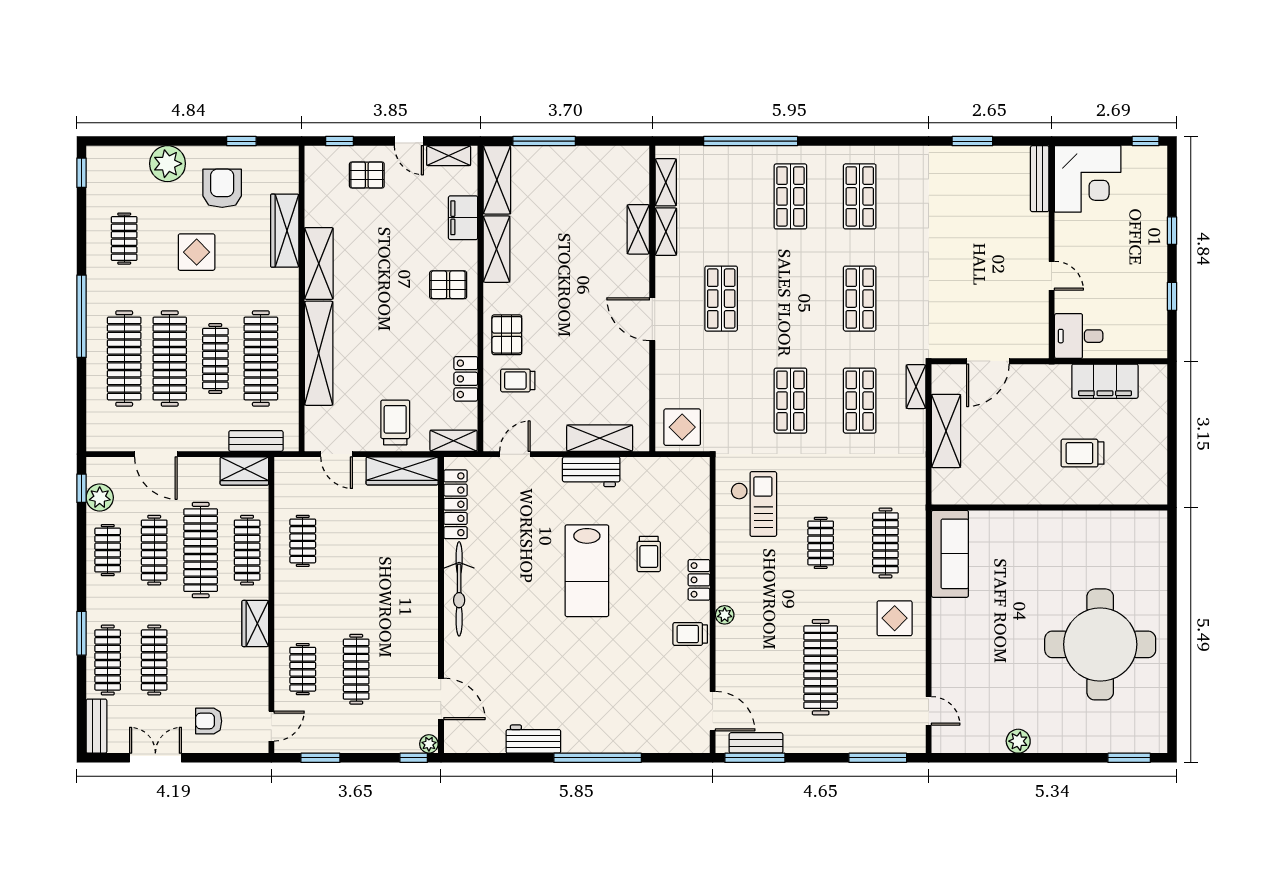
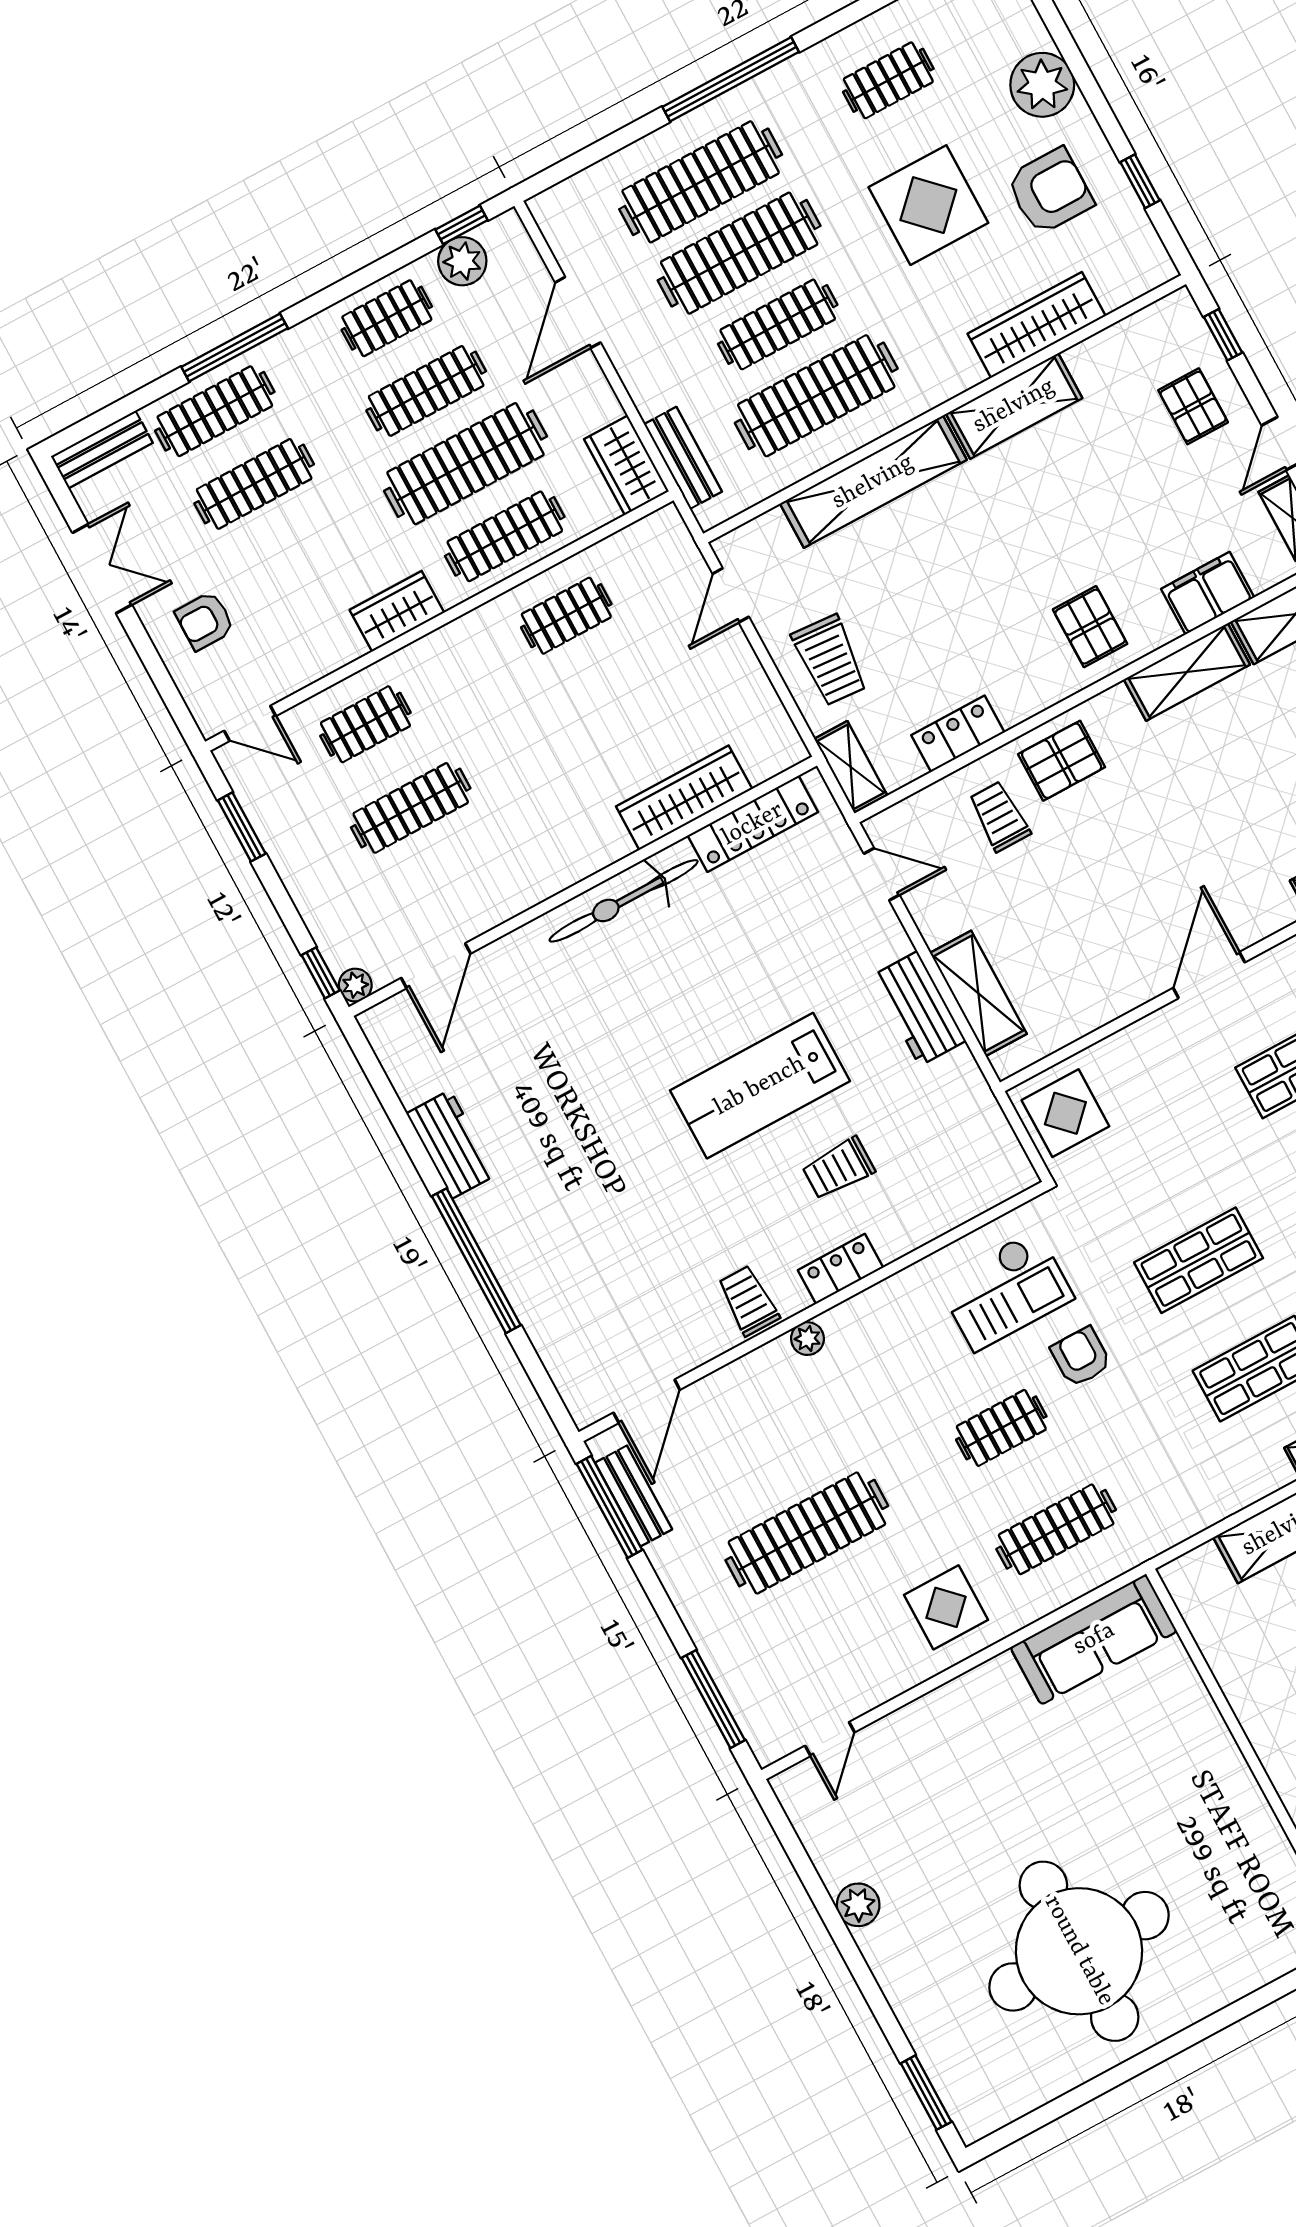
display table: (197, 252) -> (928, 205), width x1.36, depth x1.36
trolley: (395, 422) -> (830, 660), turned 94
wardrobe: (402, 471) -> (684, 798), moved, turned 90
armchair: (807, 485) -> (1081, 1357), added
window: (82, 633) -> (235, 348), width x1.44
armchair: (209, 721) -> (205, 621), turned -90

